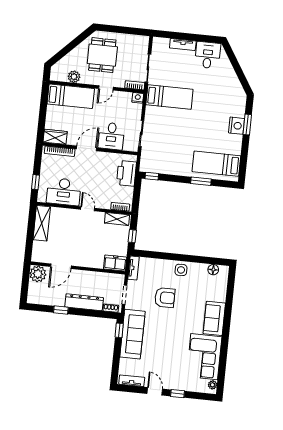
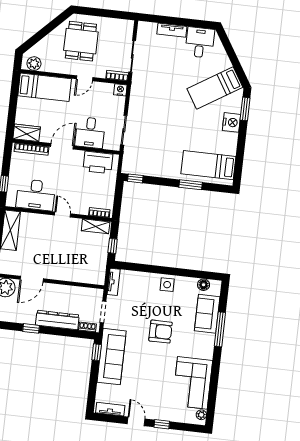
plant: (74, 77) -> (34, 64), moved
bed: (169, 97) -> (215, 88), moved, turned 148
window: (247, 125) -> (245, 109), moved
printer: (126, 173) -> (98, 162), moved, turned -90
freezer: (115, 263) -> (93, 276), removed
armchair: (165, 298) -> (160, 332), moved
window: (228, 309) -> (220, 329), added
sofa: (214, 318) -> (207, 314), moved

